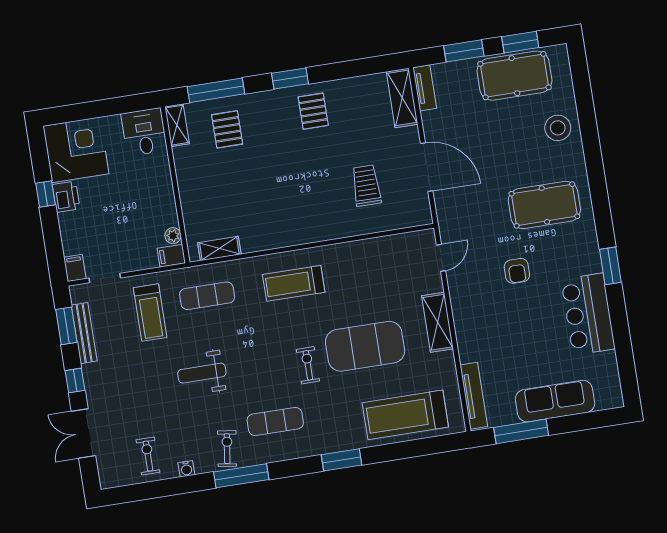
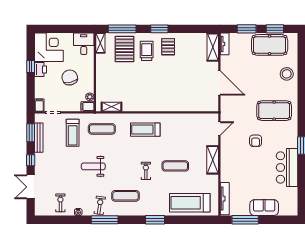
pallet: (227, 129) -> (125, 49), width x1.50, depth x1.42
trolley: (366, 186) -> (147, 51), moved
chair: (127, 203) -> (70, 77), added
exercise mat: (365, 346) -> (175, 166), width x0.50, depth x0.69
sofa: (555, 401) -> (264, 208), width x0.73

